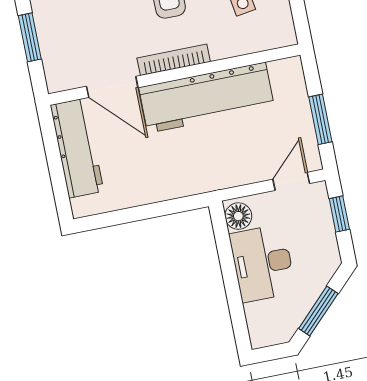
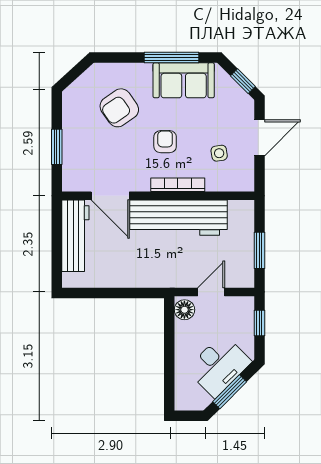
bookcase: (174, 60) -> (178, 185), moved
door: (291, 181) -> (211, 292), moved
desk: (263, 263) -> (219, 366), moved, turned -135

